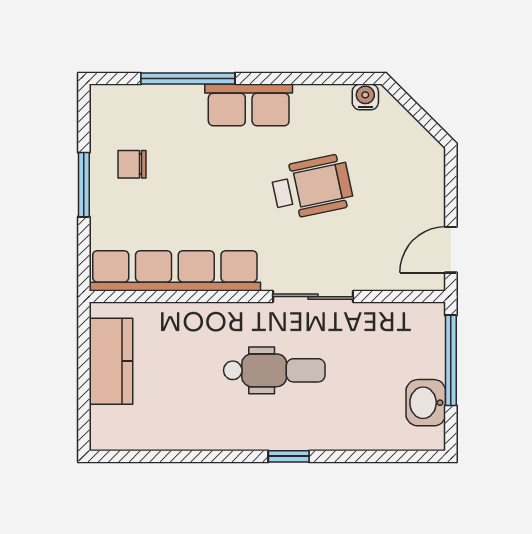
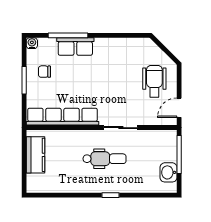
water cooler: (365, 97) -> (32, 43), moved
row of seats: (249, 105) -> (75, 47), moved
wheelchair: (312, 187) -> (154, 81), moved, turned -78

